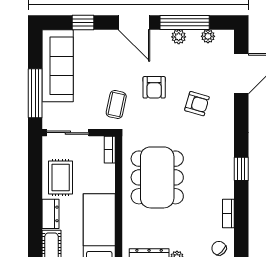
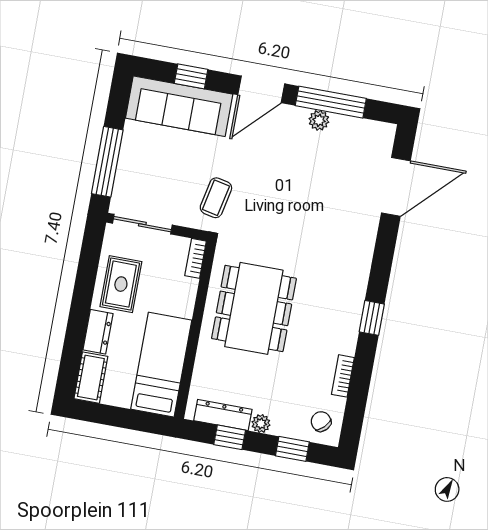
door: (134, 22) -> (261, 89), hinge flipped
plant: (208, 36) -> (359, 127), removed
sofa: (58, 66) -> (179, 106), moved, turned 90
armchair: (154, 87) -> (272, 184), removed
armchair: (197, 104) -> (327, 217), removed

